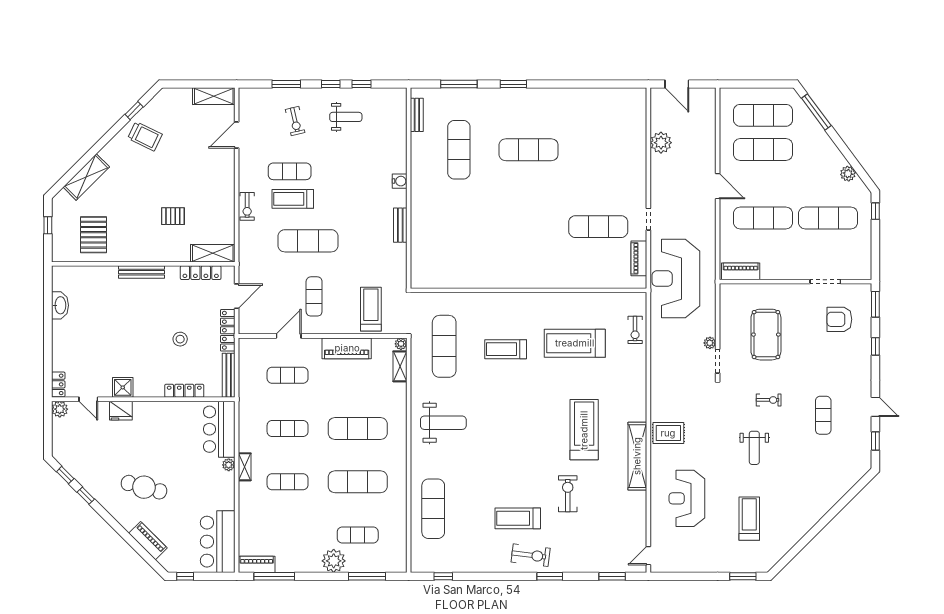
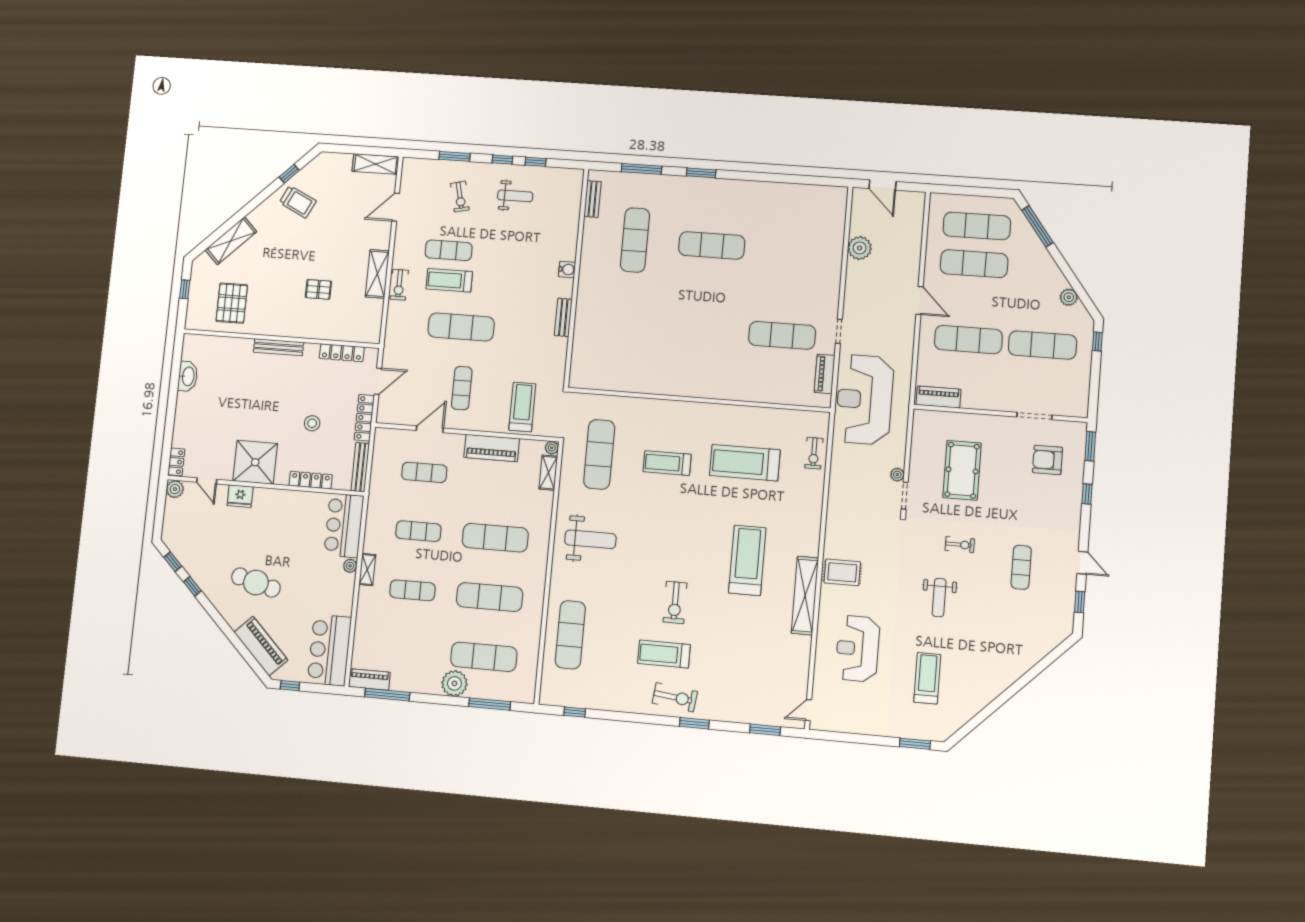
shelving: (213, 253) -> (377, 274), moved, turned 90
shower: (123, 387) -> (255, 462), width x1.86, depth x1.86
exercise bike: (568, 494) -> (675, 603), moved, turned 180
exercise mat: (358, 535) -> (484, 657), width x1.36, depth x1.45
piano: (148, 541) -> (261, 646), width x1.37, depth x1.33

